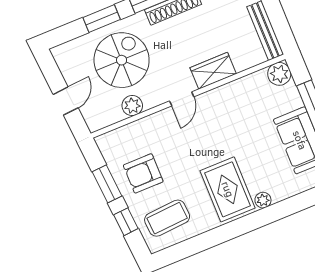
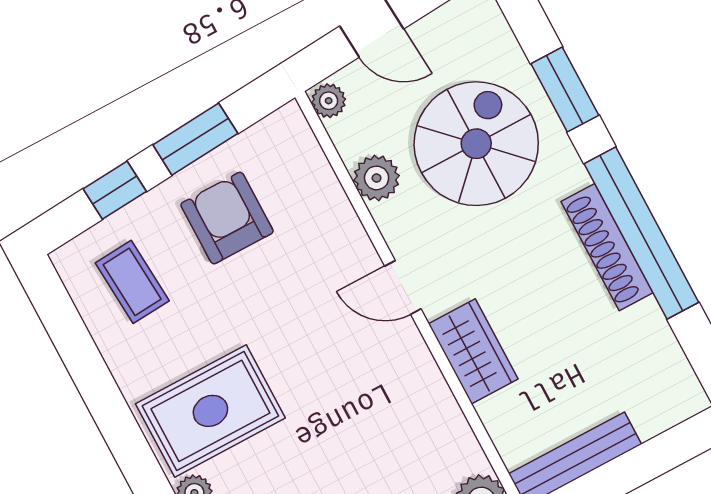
spiral stairs: (122, 60) -> (476, 144), turned -90
plant: (96, 123) -> (329, 101), added
coffee table: (167, 218) -> (132, 282), width x0.73, depth x0.77

